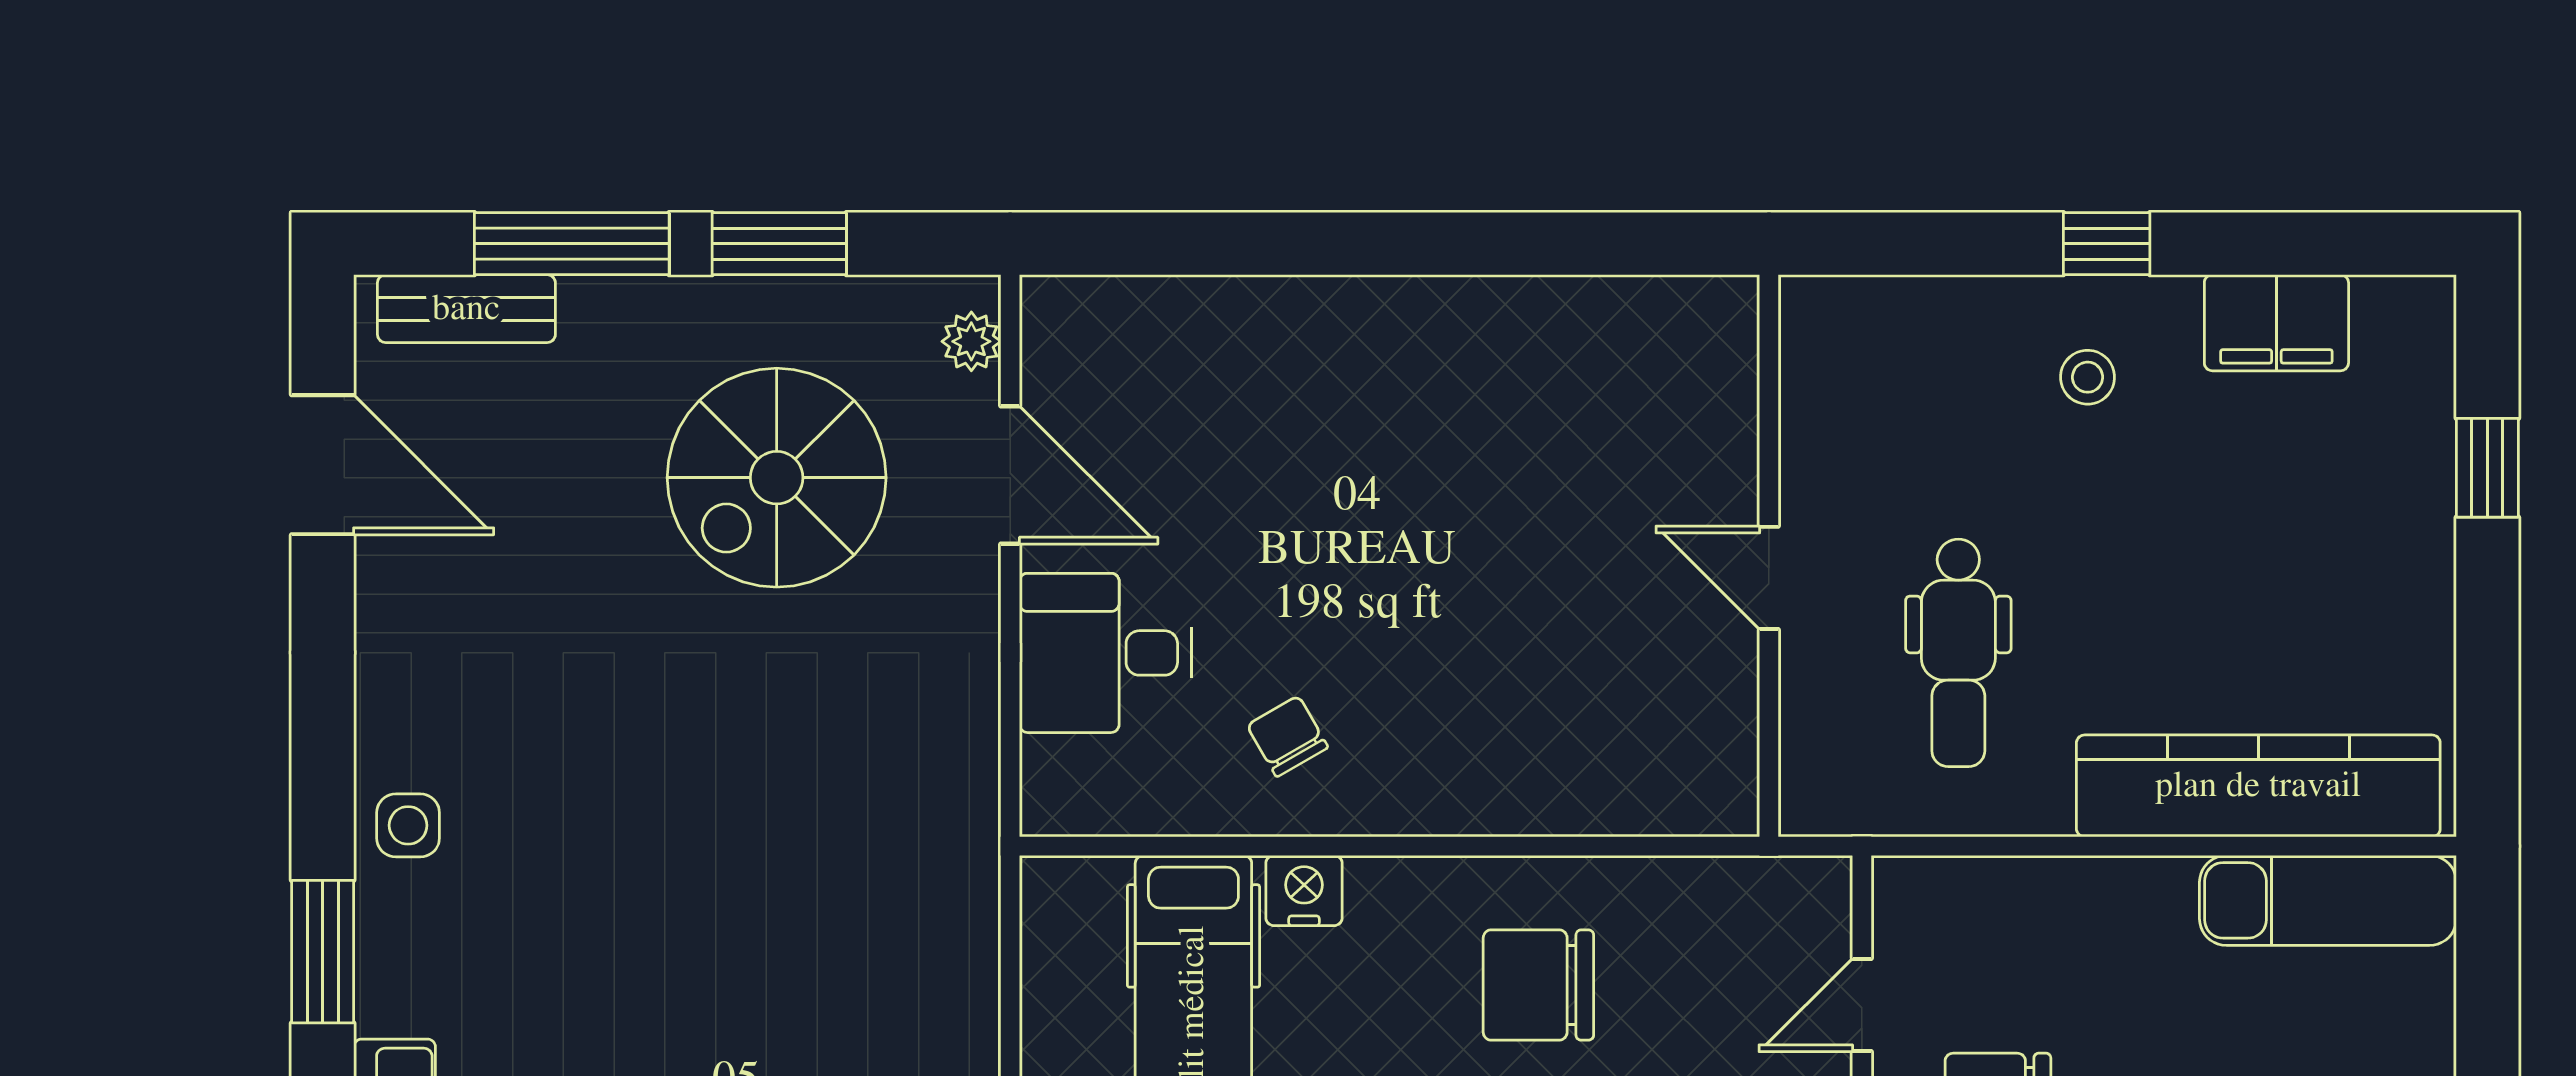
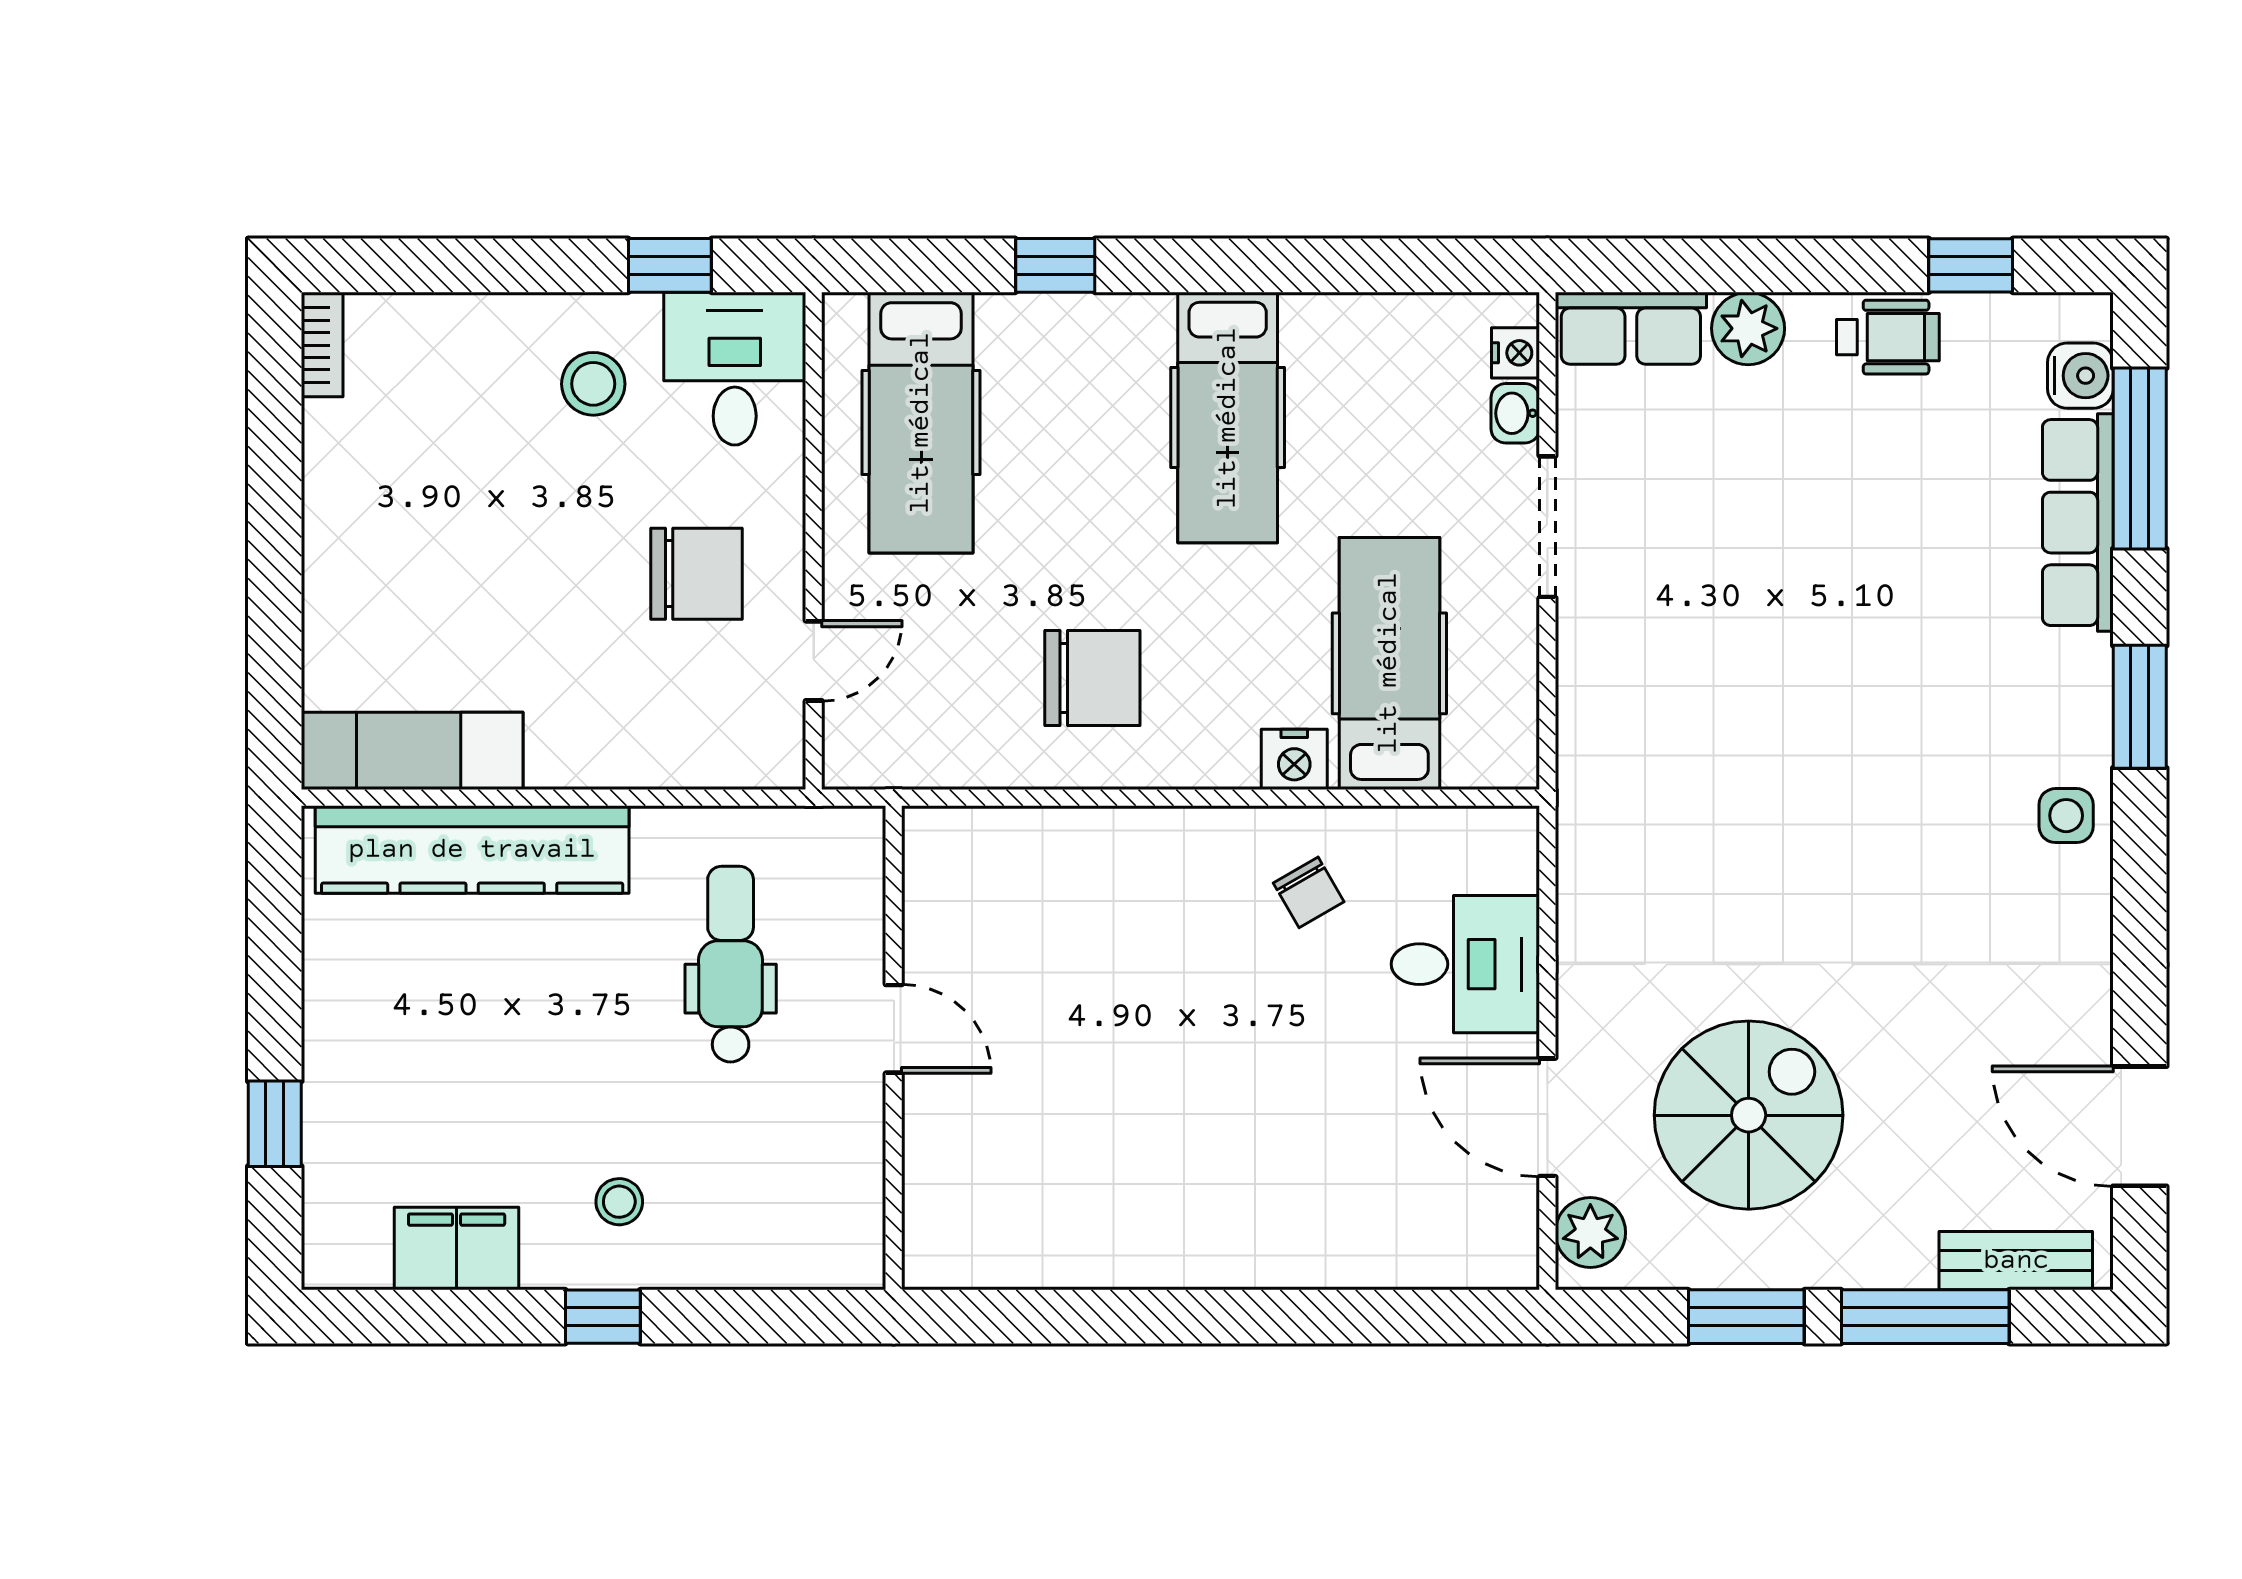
plant: (971, 341) -> (1590, 1232), width x1.38, depth x1.38

